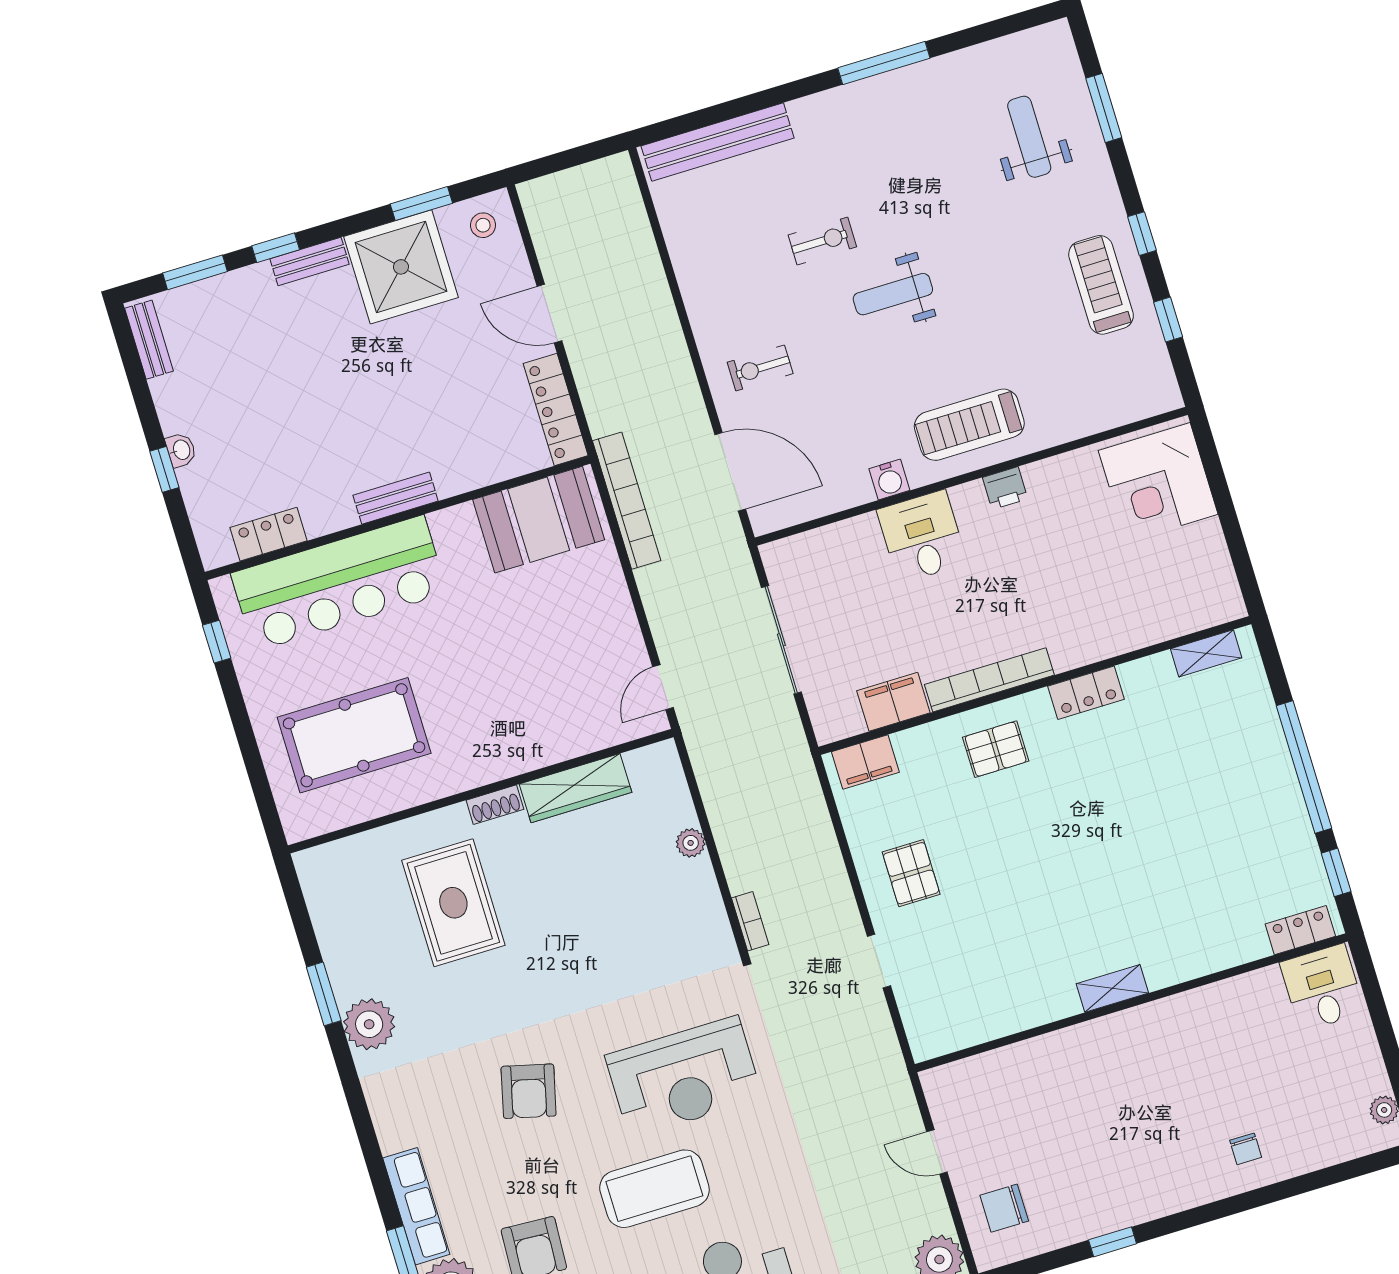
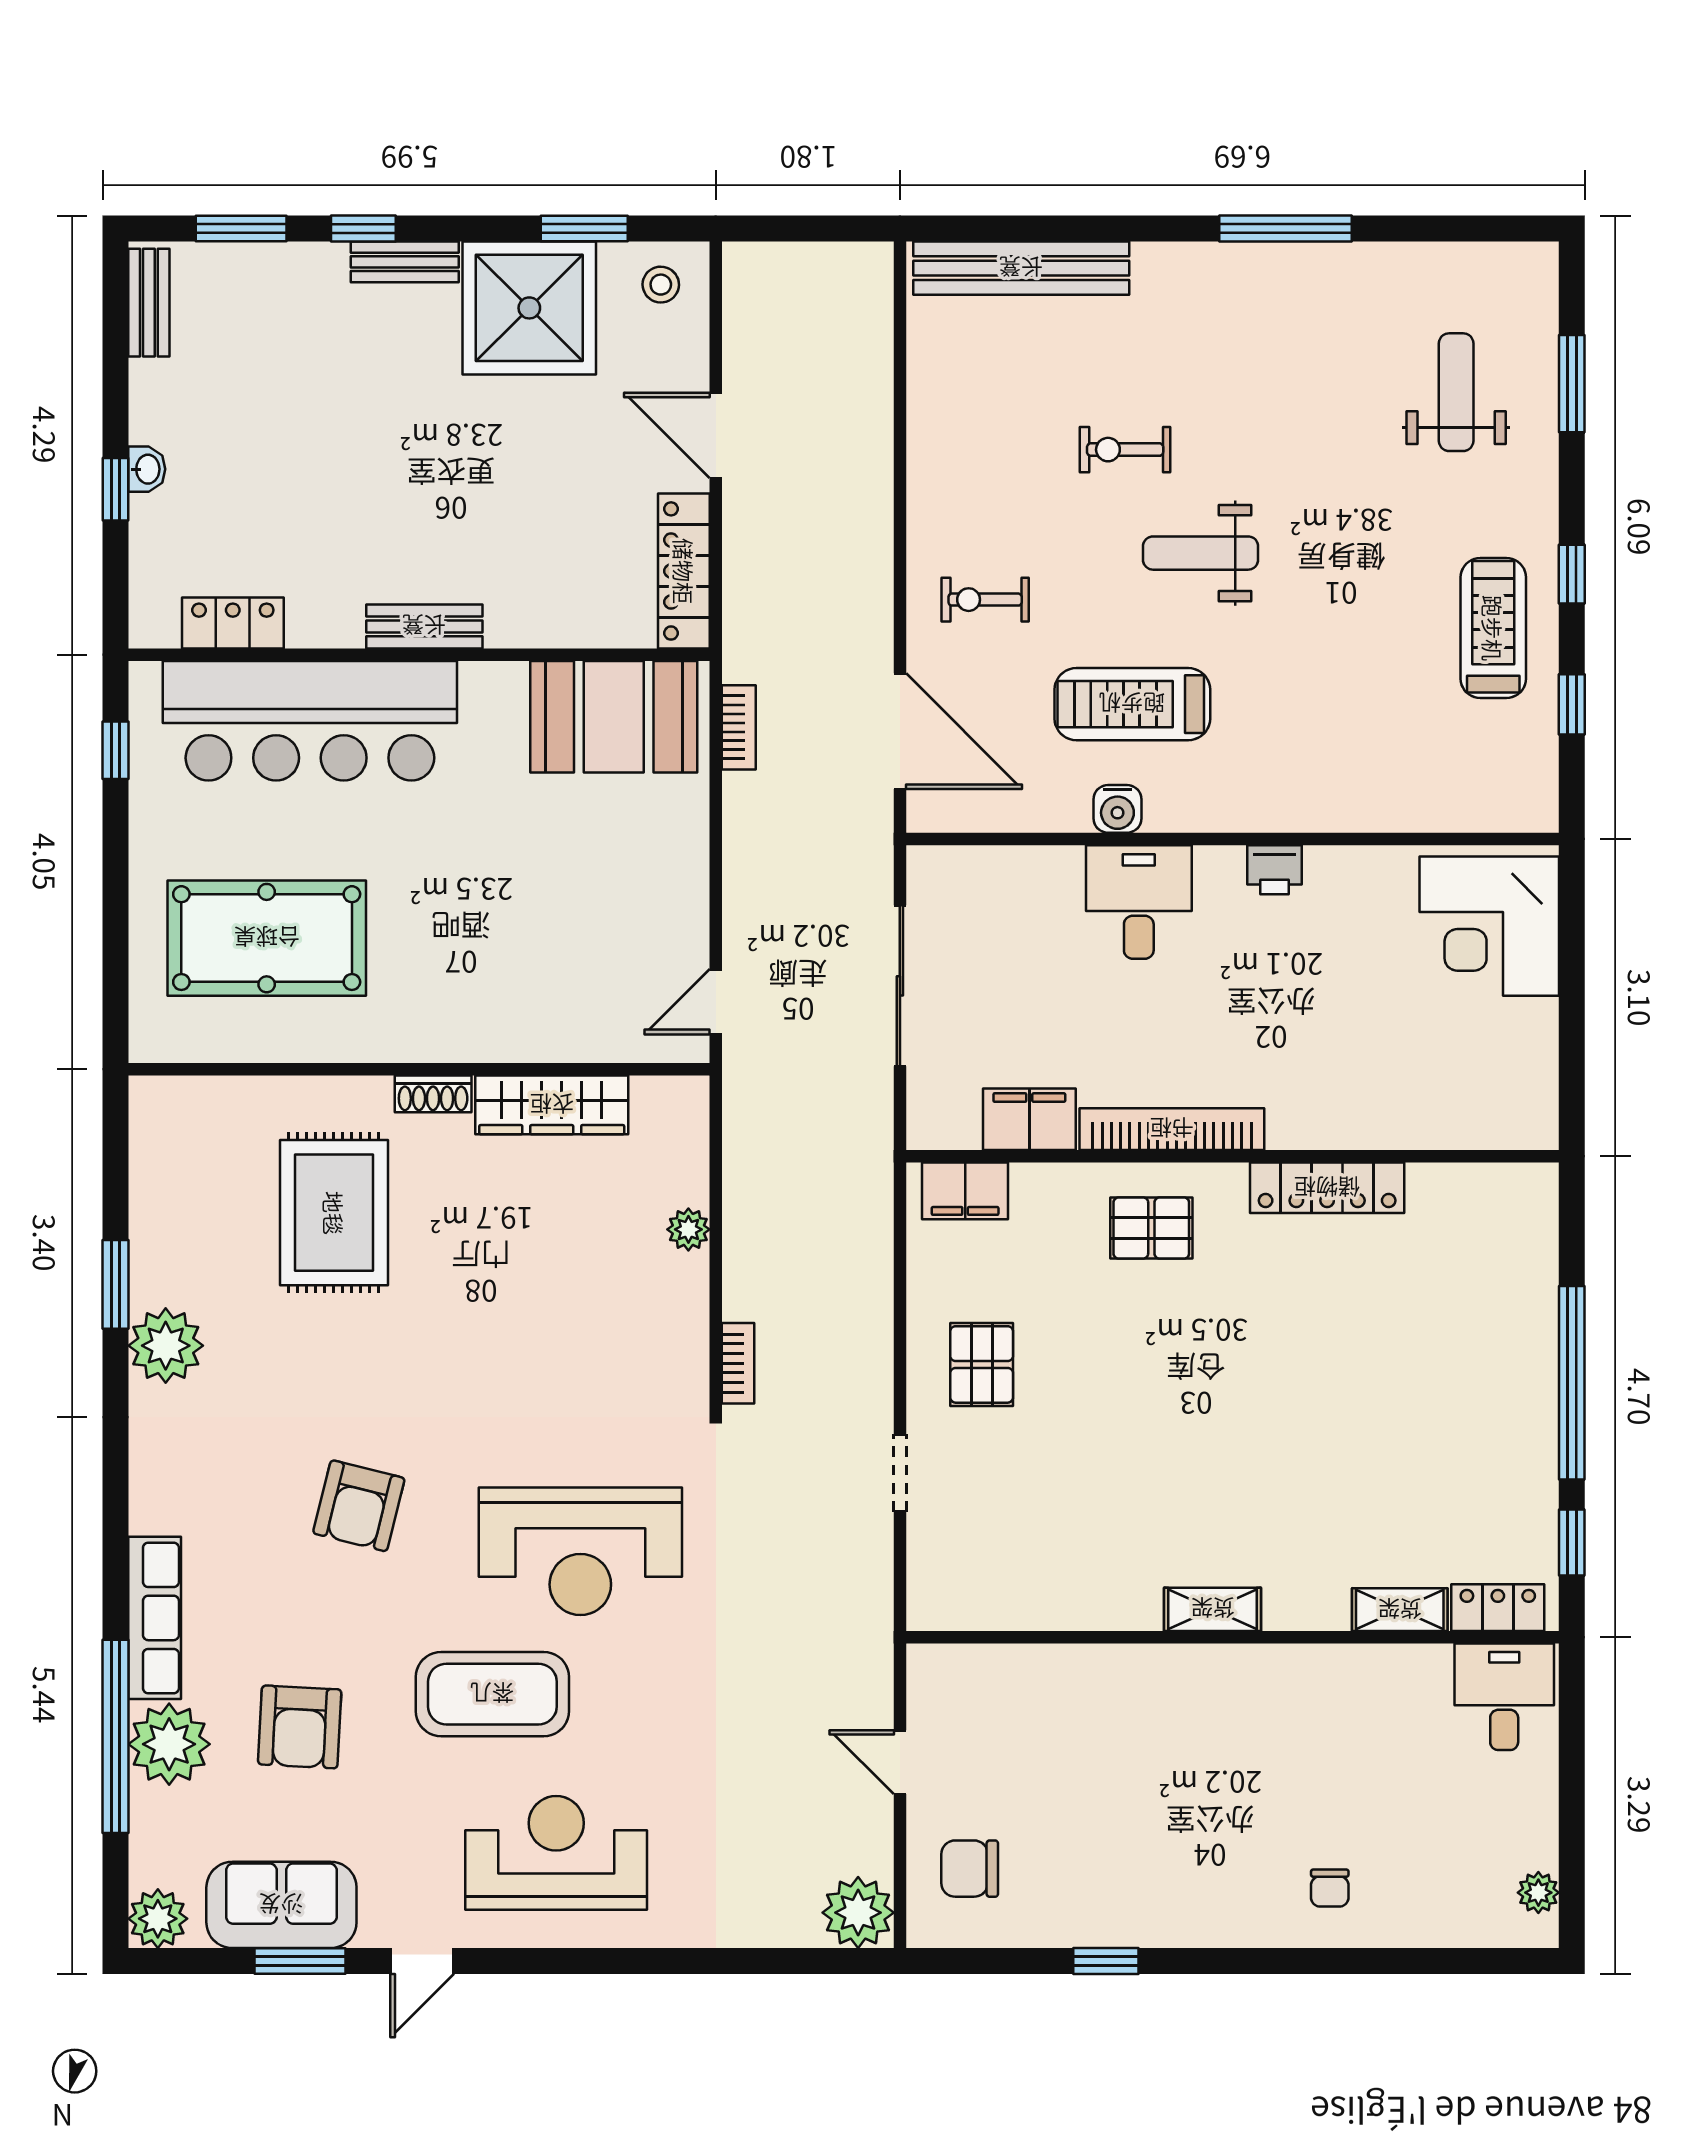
exercise bike: (822, 241) -> (1125, 450), turned 180
treadmill: (969, 425) -> (1132, 704), moved
bookcase: (627, 501) -> (739, 727), width x0.43, depth x0.76
shelving: (1206, 653) -> (1400, 1610), moved
locker: (1086, 693) -> (1327, 1188), width x1.53

